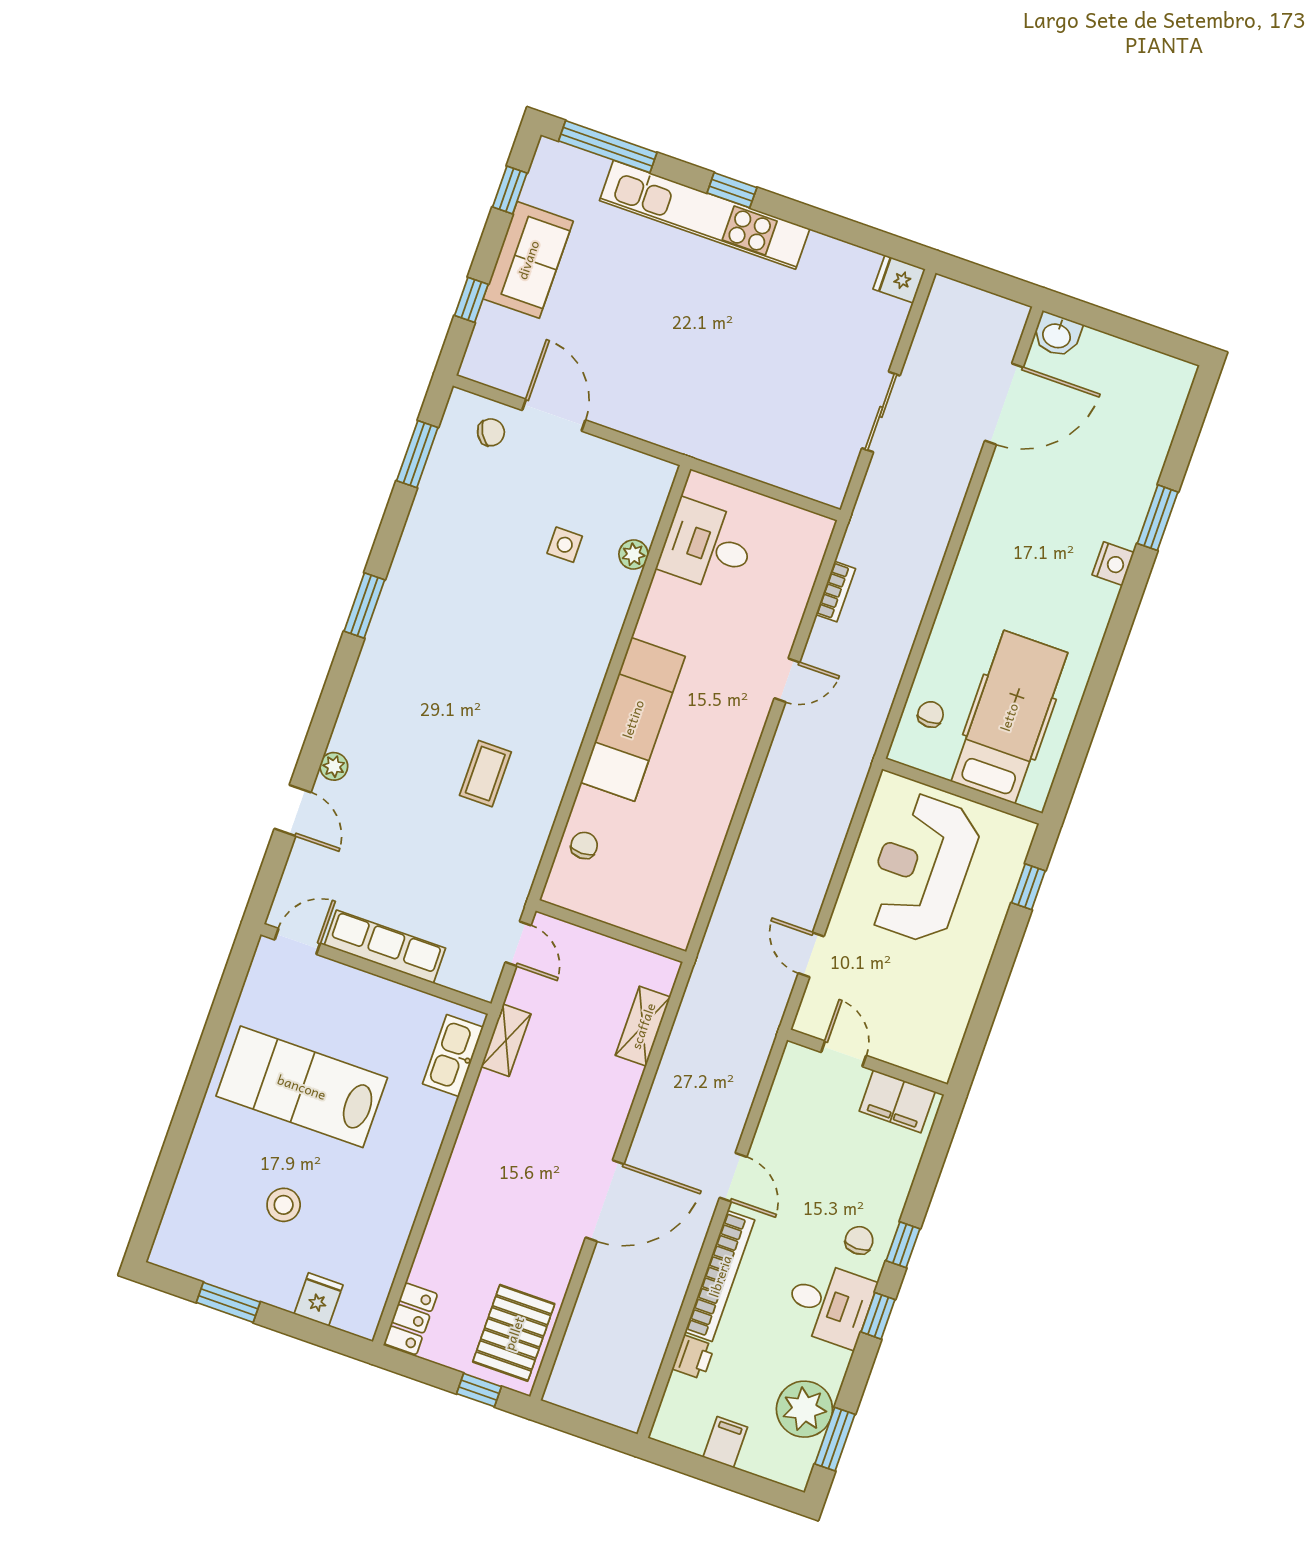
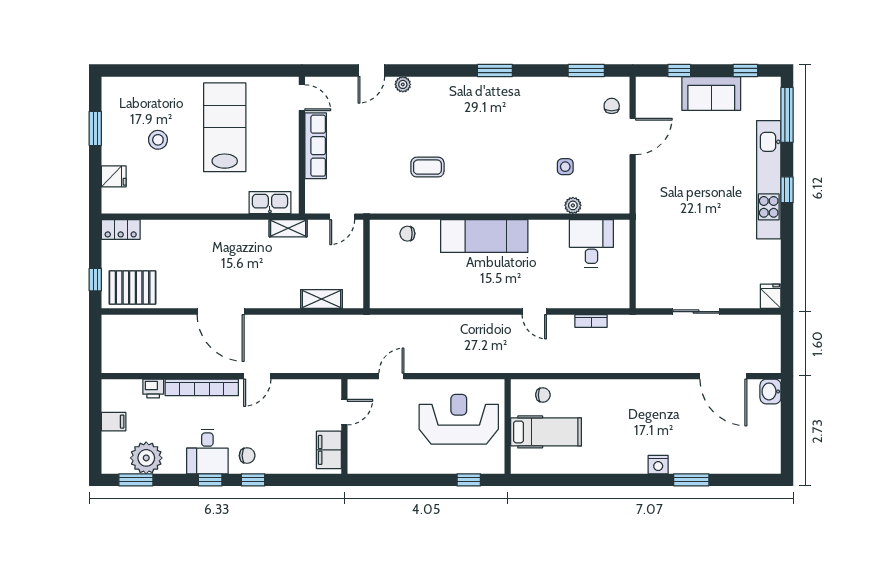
chair: (491, 432) -> (612, 106), turned -150
hospital bed: (1009, 717) -> (546, 432), width x0.73, depth x0.78
chair: (584, 845) -> (407, 234), turned 180

